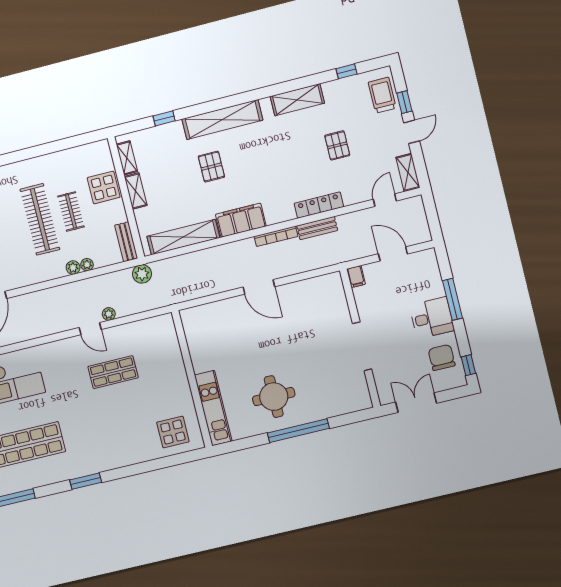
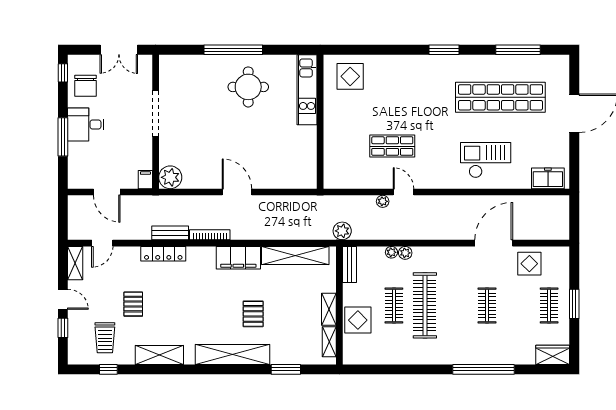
trolley: (382, 95) -> (105, 338), moved
window: (164, 118) -> (286, 369), width x1.50
door: (412, 132) -> (63, 299), swing flipped
plant: (331, 285) -> (170, 177), added

